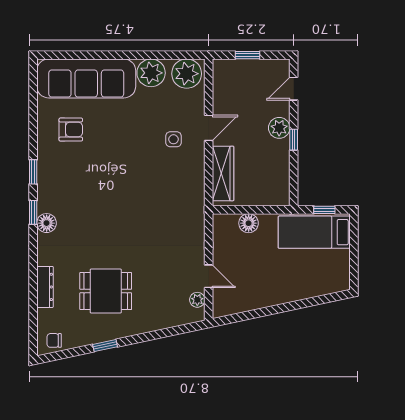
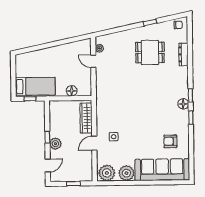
floor lamp: (47, 223) -> (183, 104), moved

